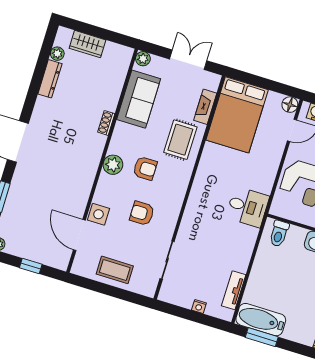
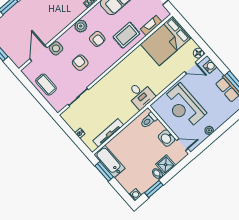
tv unit: (234, 290) -> (108, 133), width x1.41

